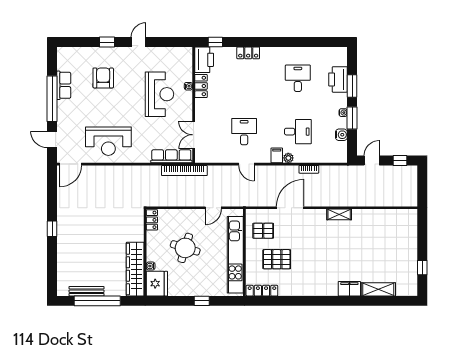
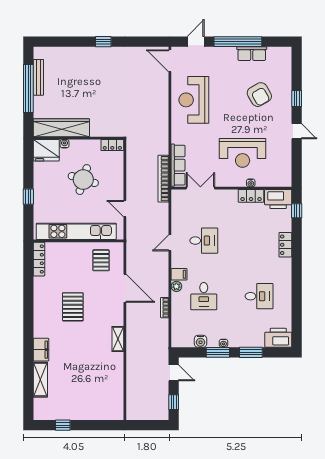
armchair: (103, 78) -> (259, 95), turned 60
printer: (338, 79) -> (278, 338), moved
pallet: (277, 259) -> (73, 307), moved

